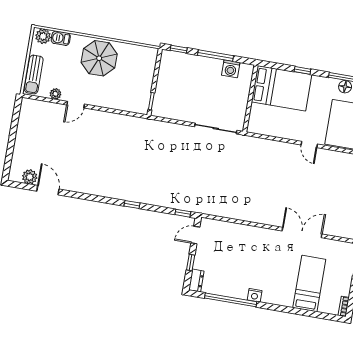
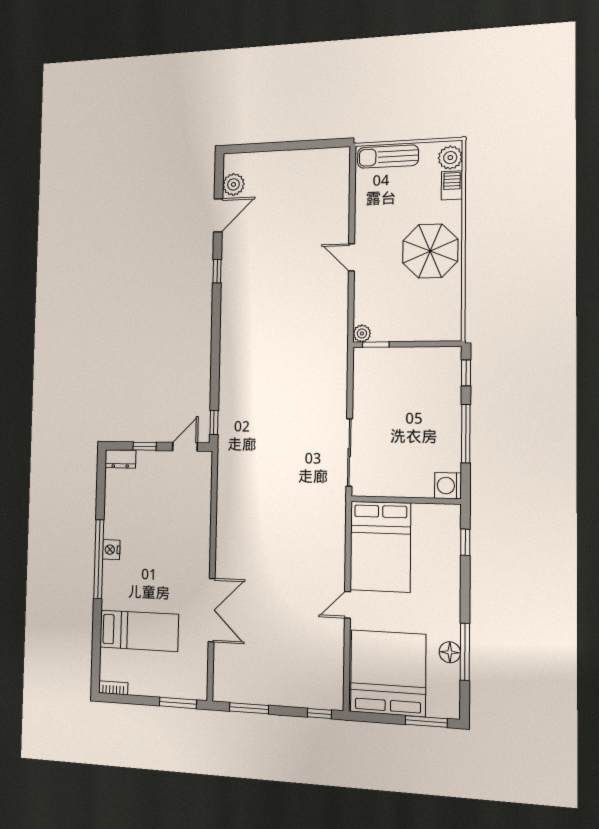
washing machine: (231, 69) -> (448, 486), moved
window: (302, 70) -> (465, 542), moved
bed: (282, 88) -> (380, 547), moved
plant: (55, 94) -> (362, 333), moved
door: (76, 105) -> (352, 257), moved
window: (132, 204) -> (217, 271), moved
door: (195, 235) -> (185, 447), hinge flipped
window: (231, 300) -> (99, 559), moved

